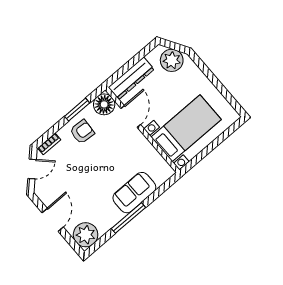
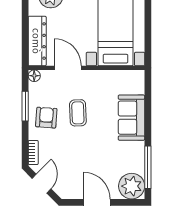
floor lamp: (104, 104) -> (34, 76), width x0.53, depth x0.53
coffee table: (105, 151) -> (78, 113), added
window: (128, 218) -> (148, 167), moved

